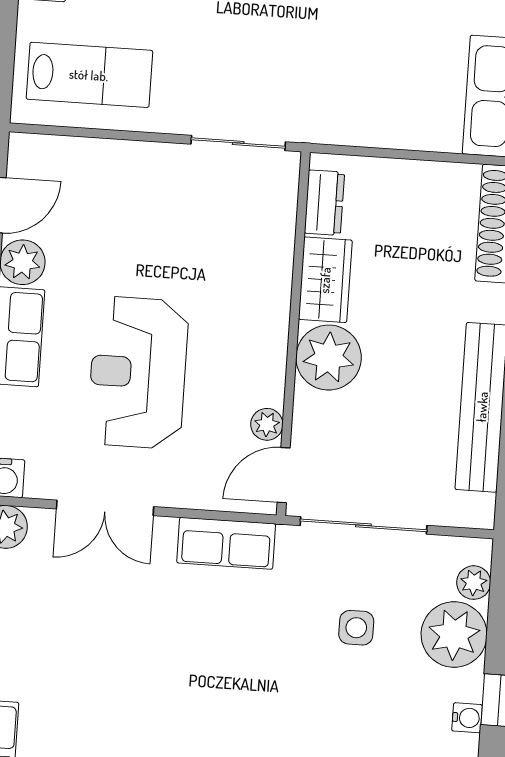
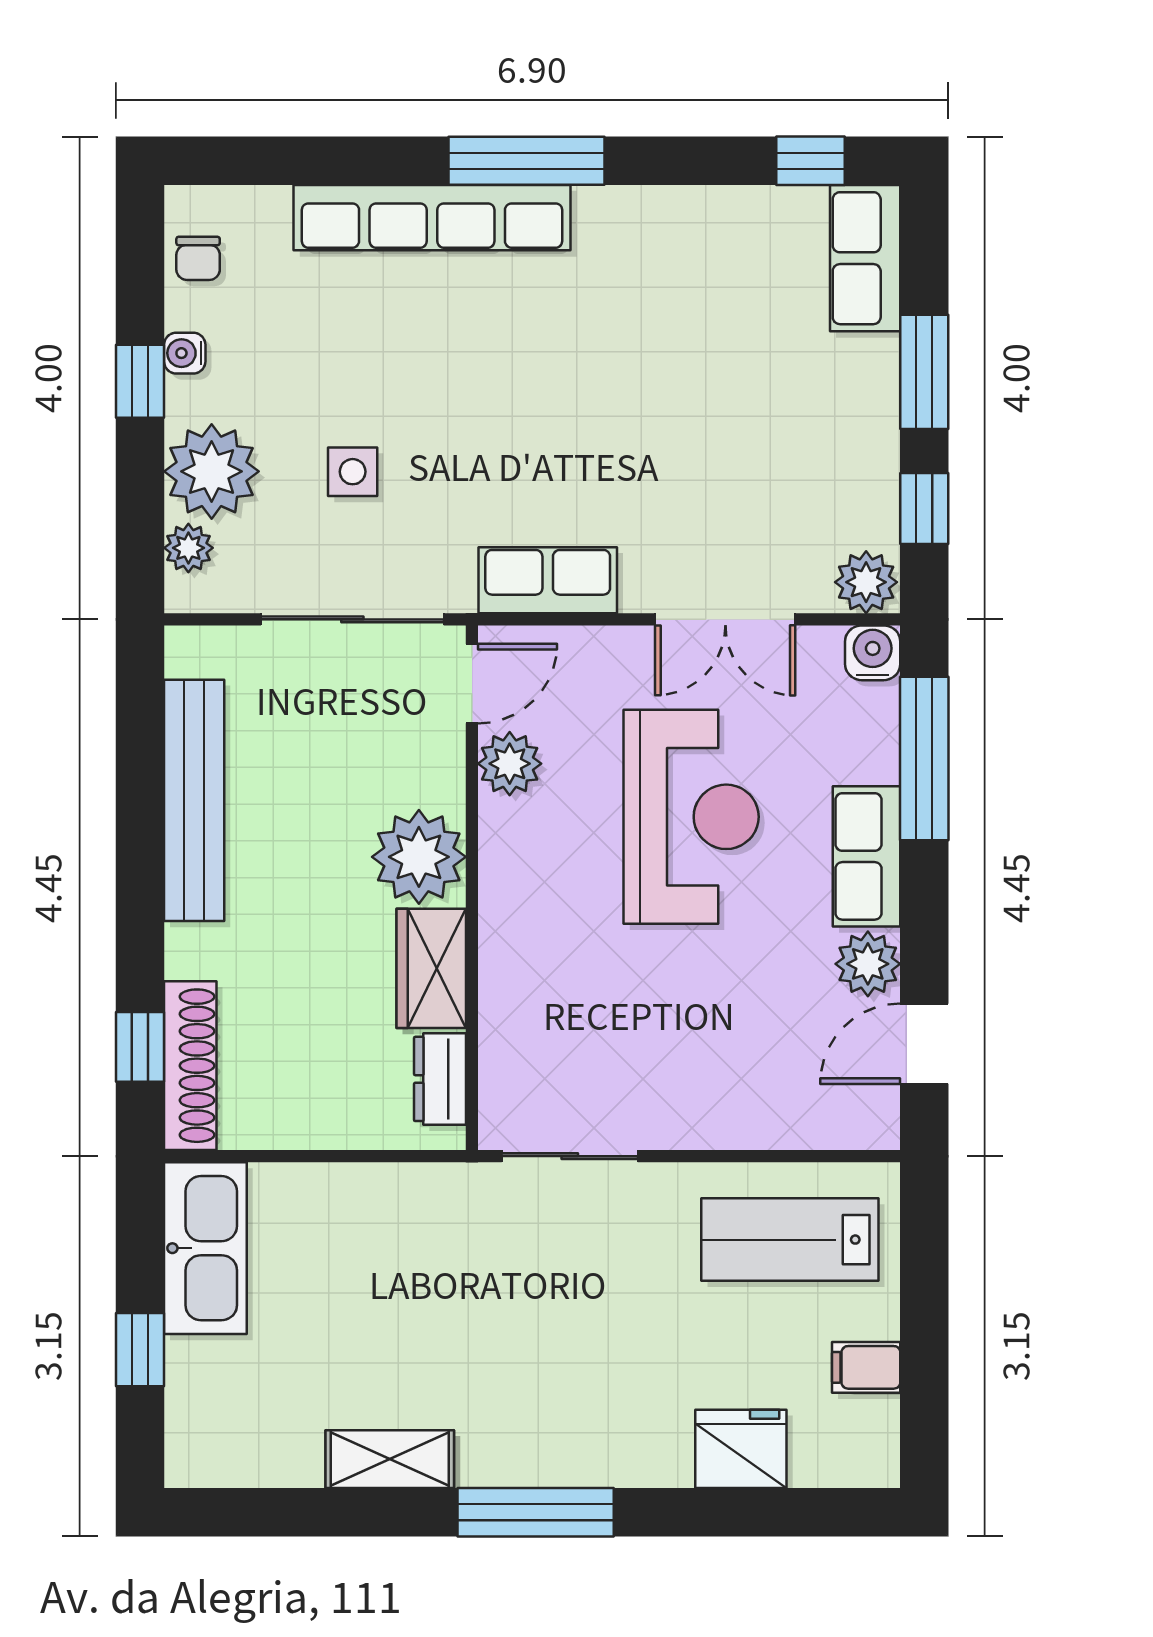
plant: (267, 424) -> (510, 764), width x1.38, depth x1.38
double door: (105, 508) -> (725, 619), swing flipped

